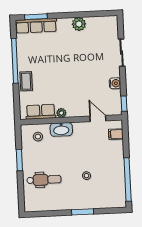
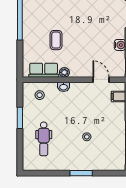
coffee table: (26, 81) -> (56, 40), moved
washbasin: (61, 129) -> (64, 87), width x0.52, depth x0.69
dental chair: (44, 180) -> (44, 139), turned 90

